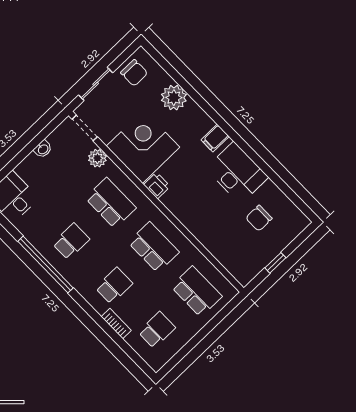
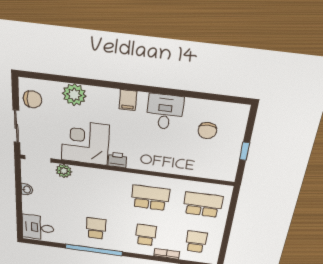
desk: (237, 173) -> (165, 112), width x0.73
school desk: (111, 203) -> (98, 191), removed

